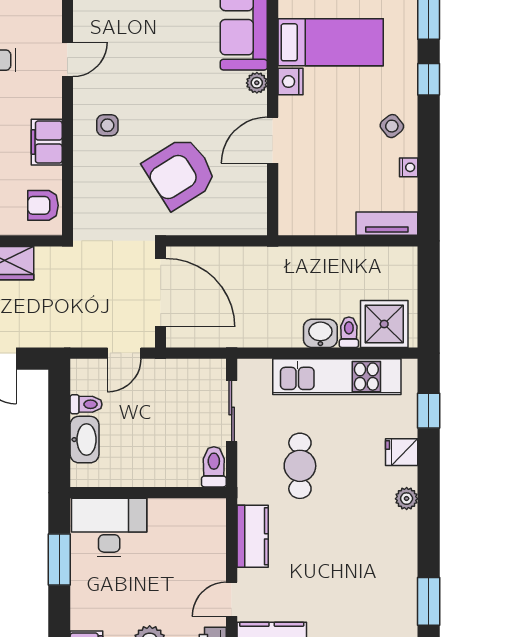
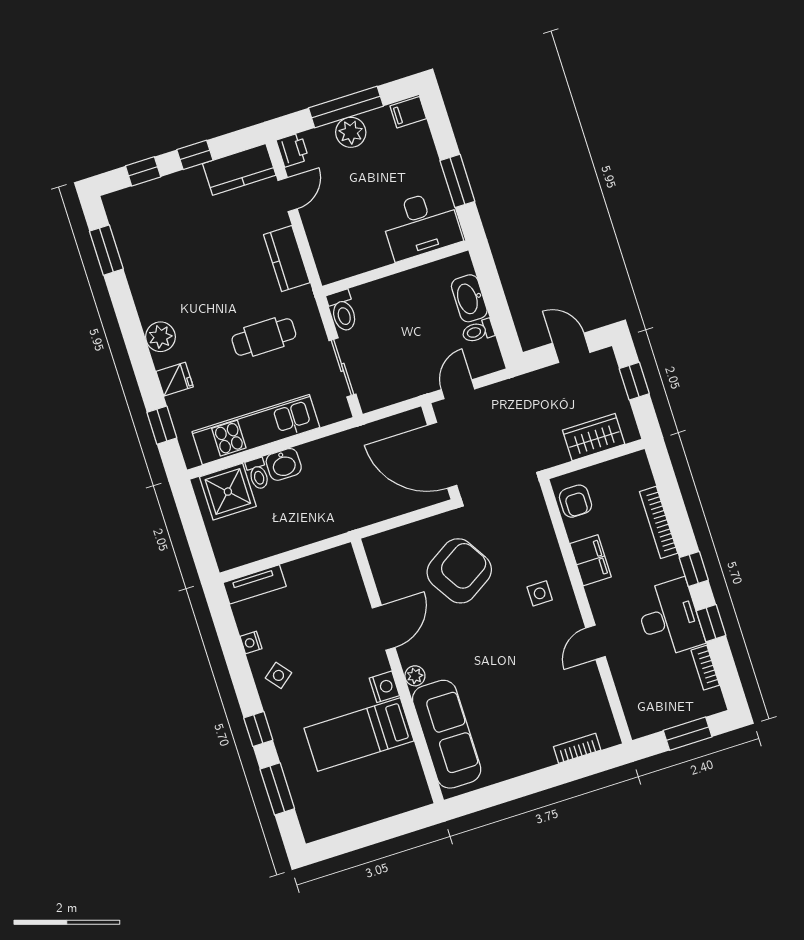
armchair: (43, 205) -> (575, 501), turned 90
cafe table: (300, 466) -> (264, 337), turned 90
plant: (407, 499) -> (160, 337), width x1.38, depth x1.38

